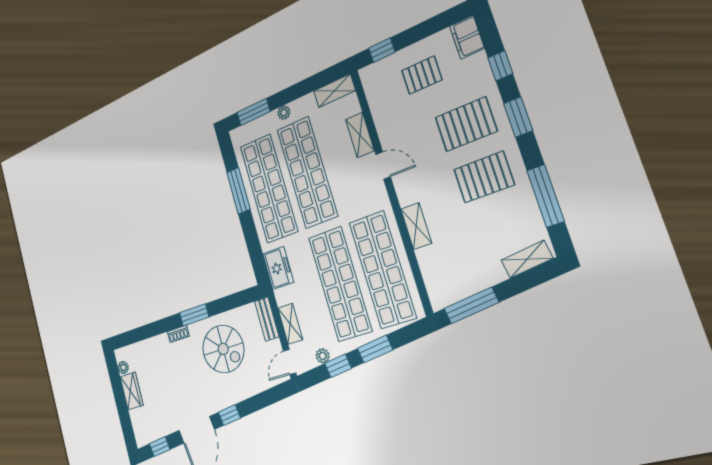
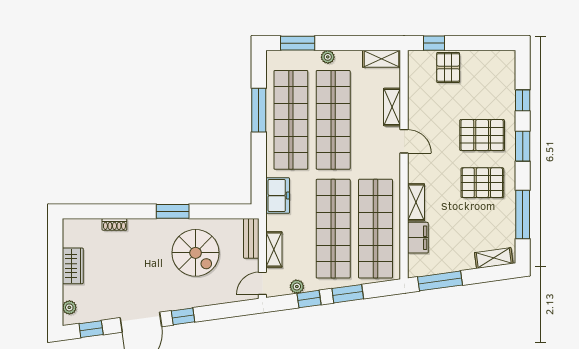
filing cabinet: (467, 37) -> (418, 238), moved, turned 180
pallet: (422, 75) -> (448, 67), moved, turned 90
shoe rack: (178, 334) -> (114, 224), moved
plant: (123, 367) -> (69, 307), moved

